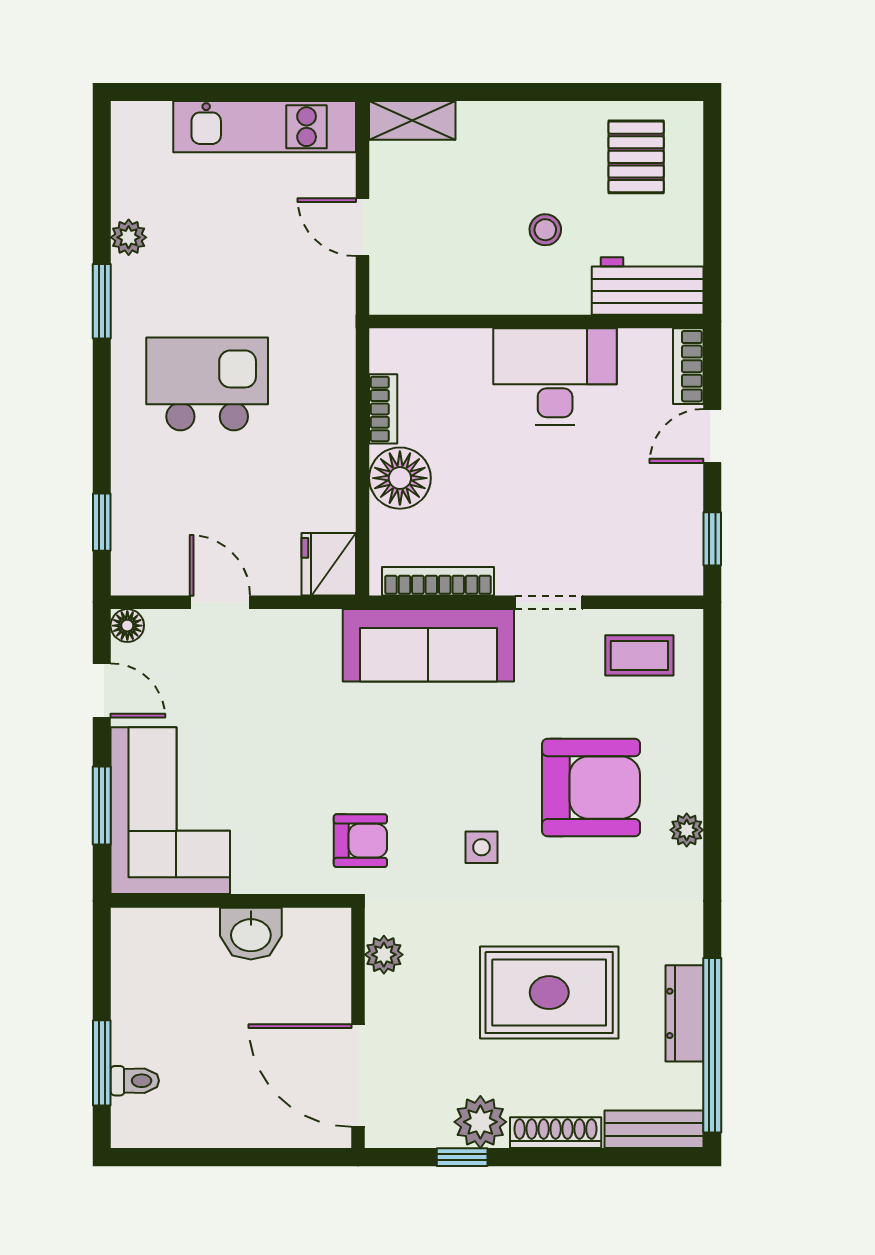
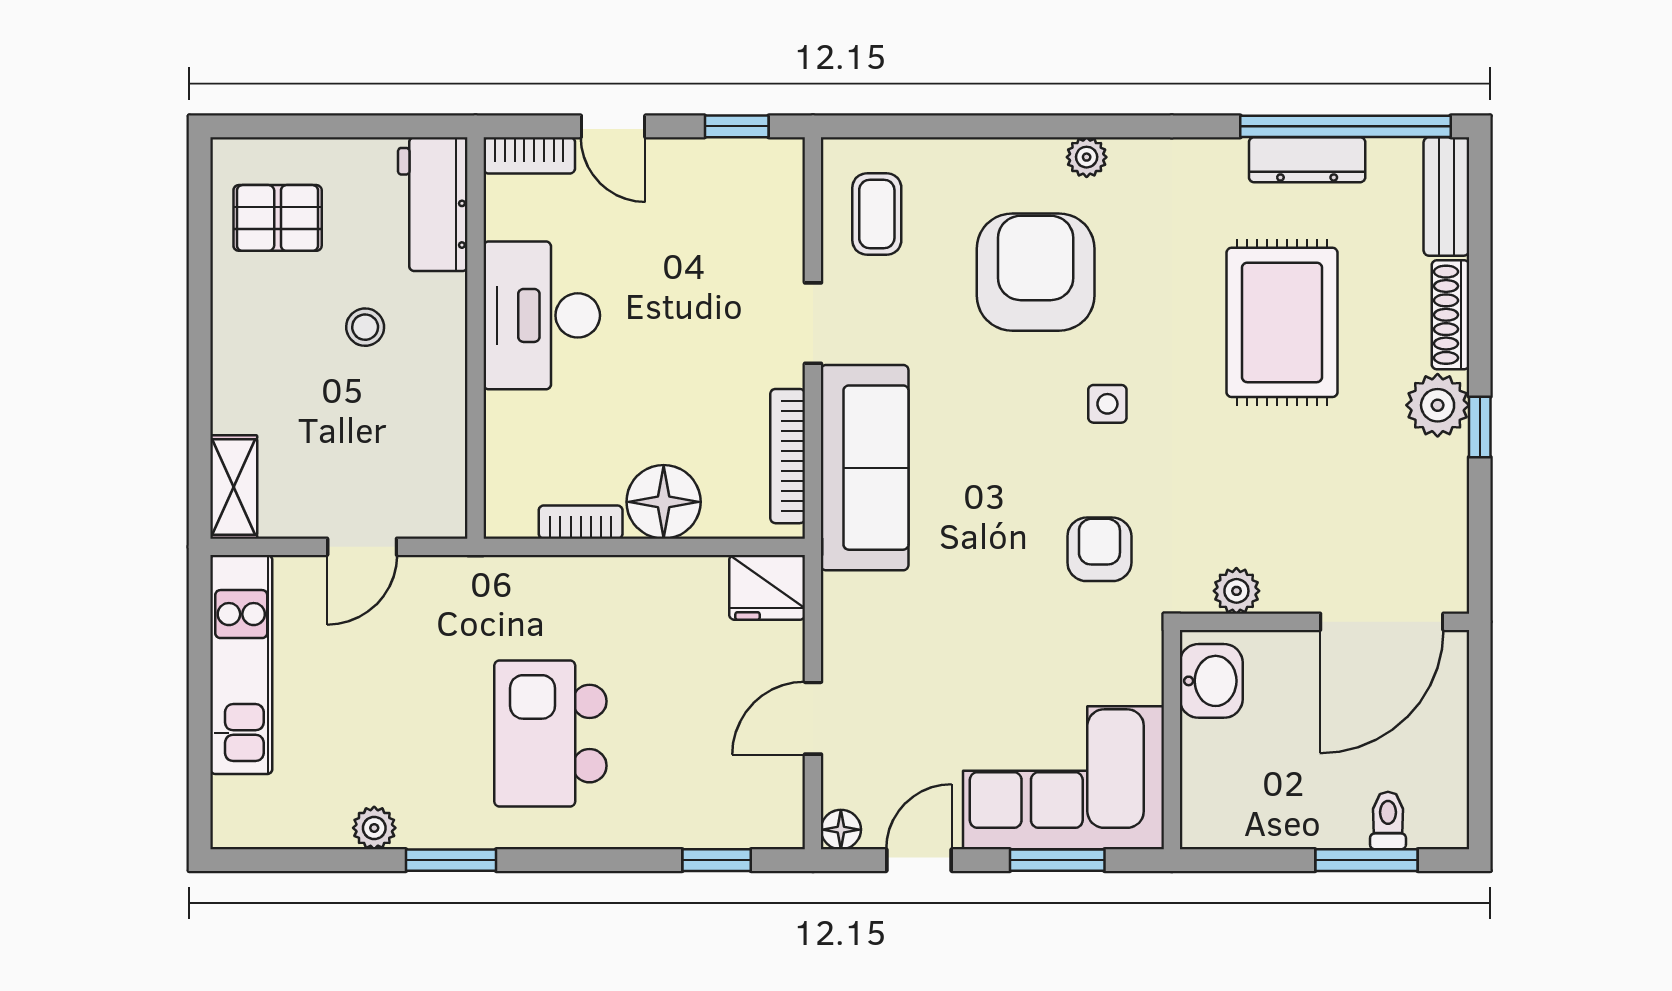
plant: (384, 955) -> (1236, 591), moved
wall: (358, 1028) -> (1324, 622), moved
door: (358, 1075) -> (1382, 622), moved

